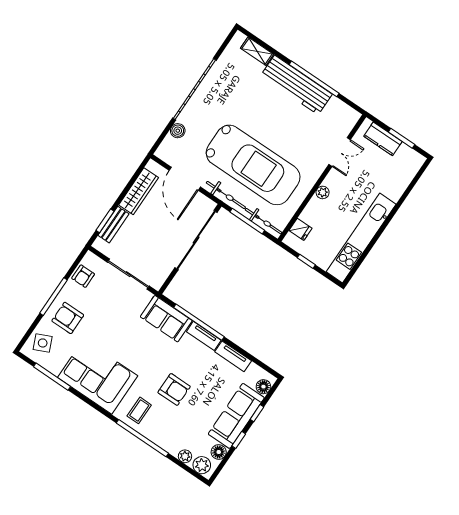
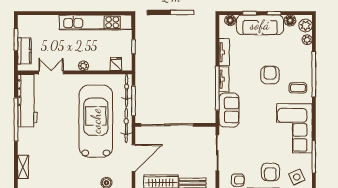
workbench: (296, 85) -> (27, 101), moved

